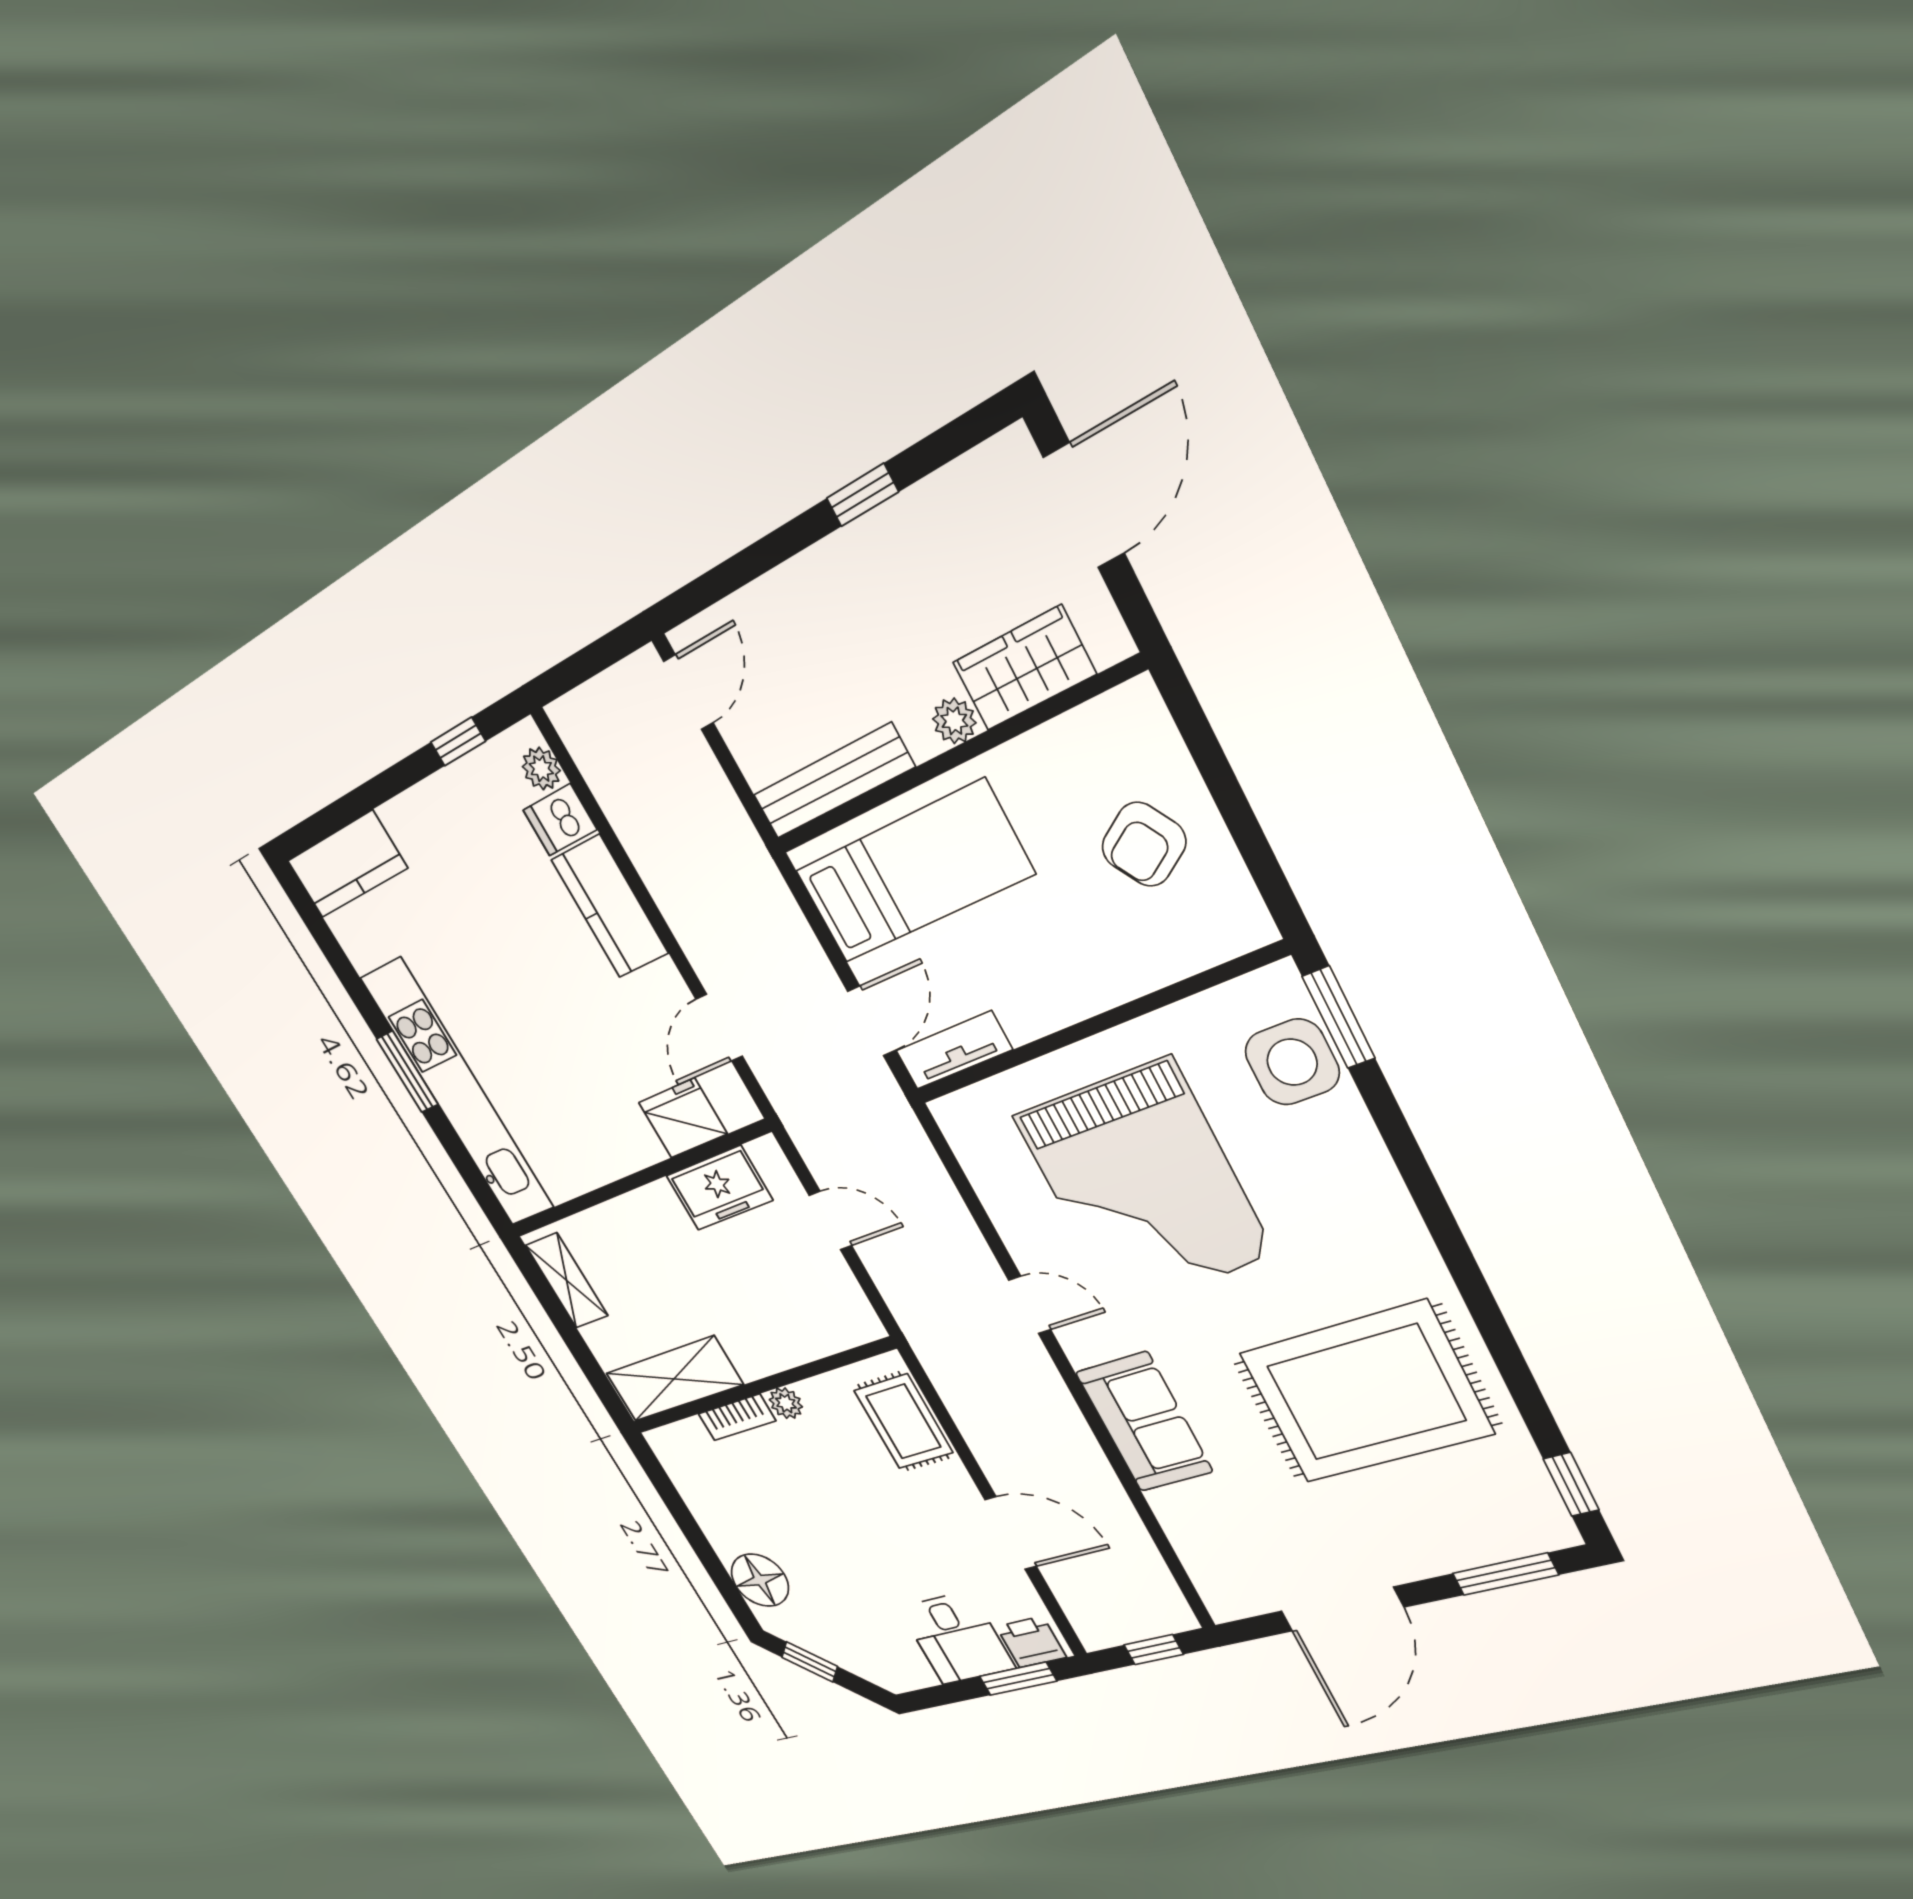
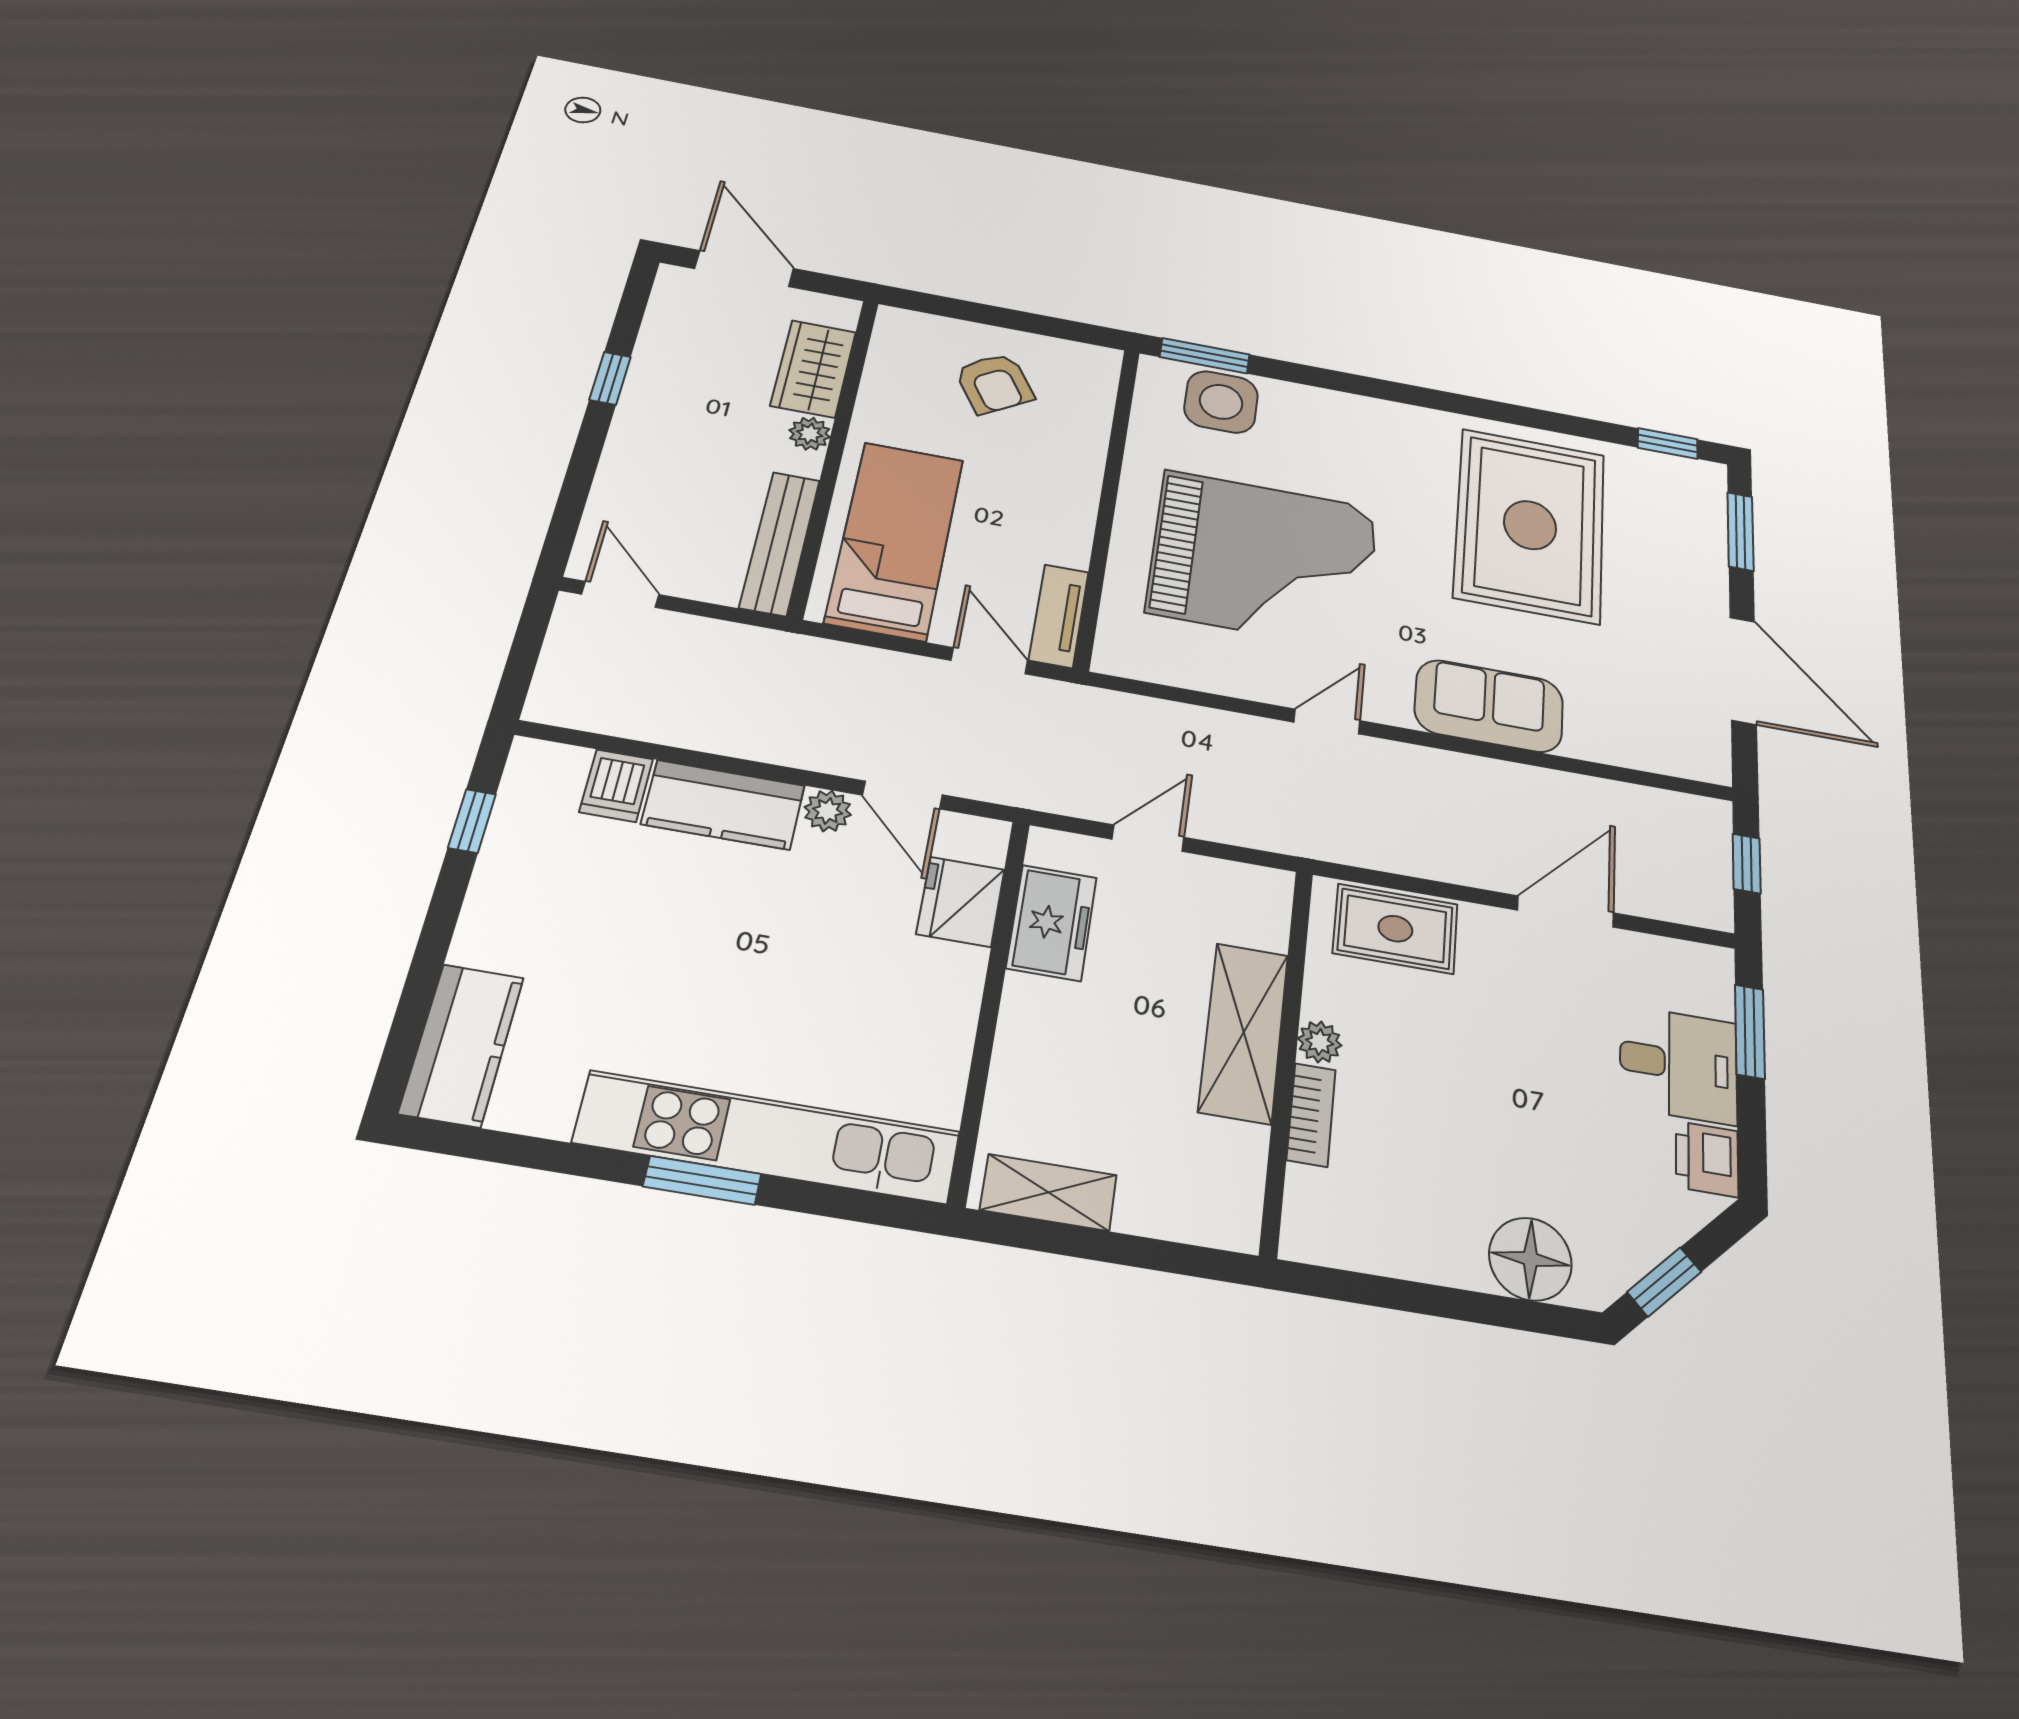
plant: (541, 769) -> (828, 811), moved
shelving: (674, 1379) -> (1244, 1033), moved
printer: (1031, 1642) -> (1707, 1159), moved

